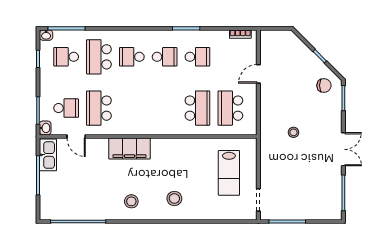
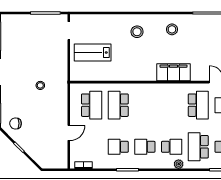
plant: (123, 35) -> (179, 164), added
school desk: (99, 57) -> (198, 147), turned 180
lab bench: (229, 173) -> (93, 53), turned -90

